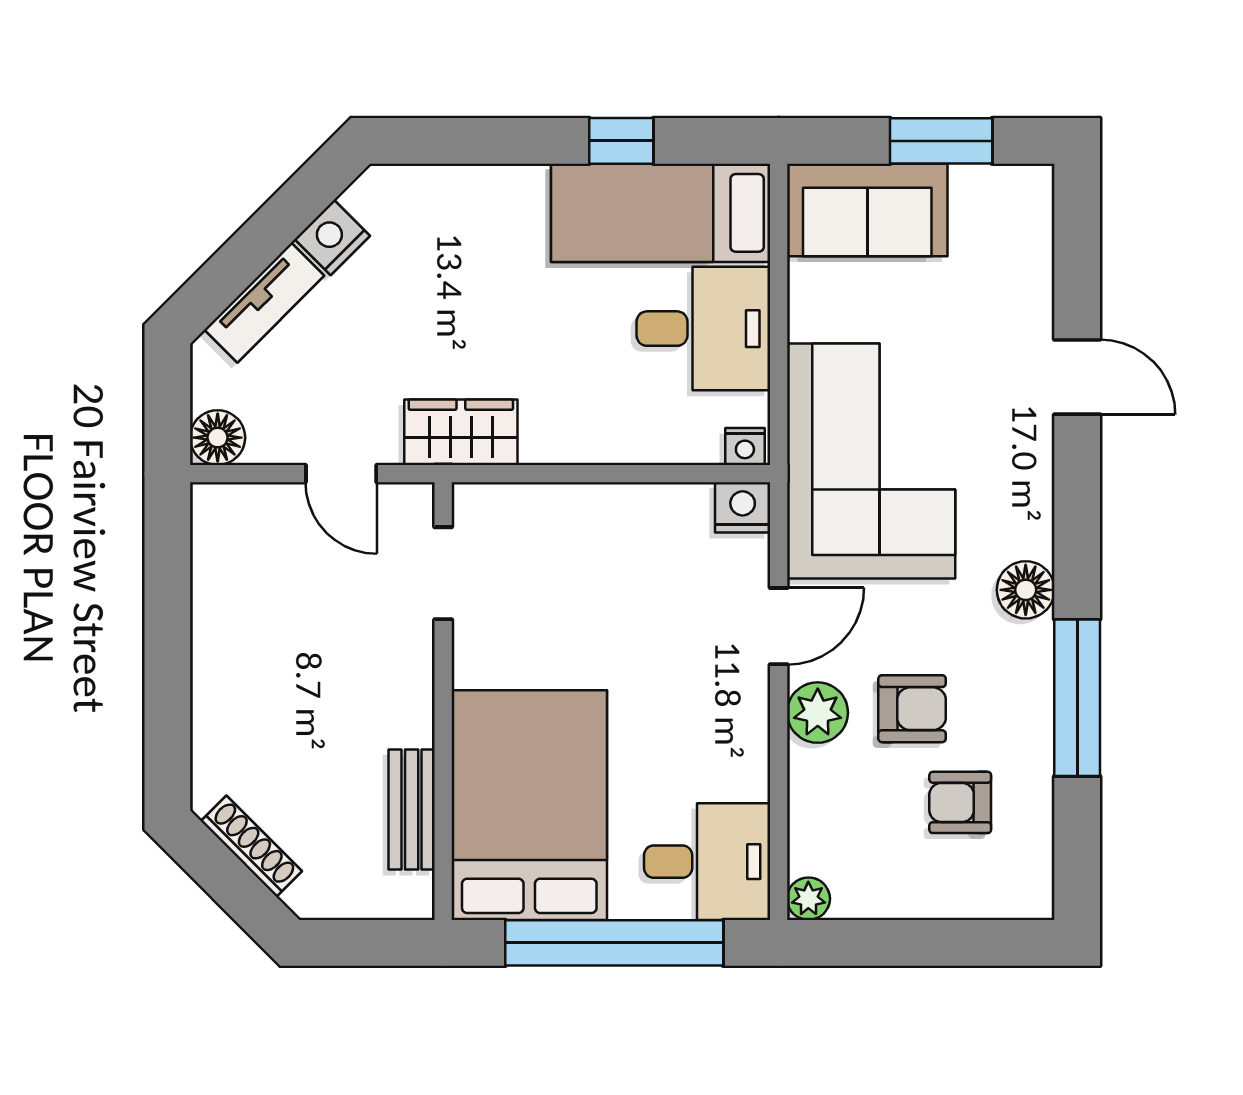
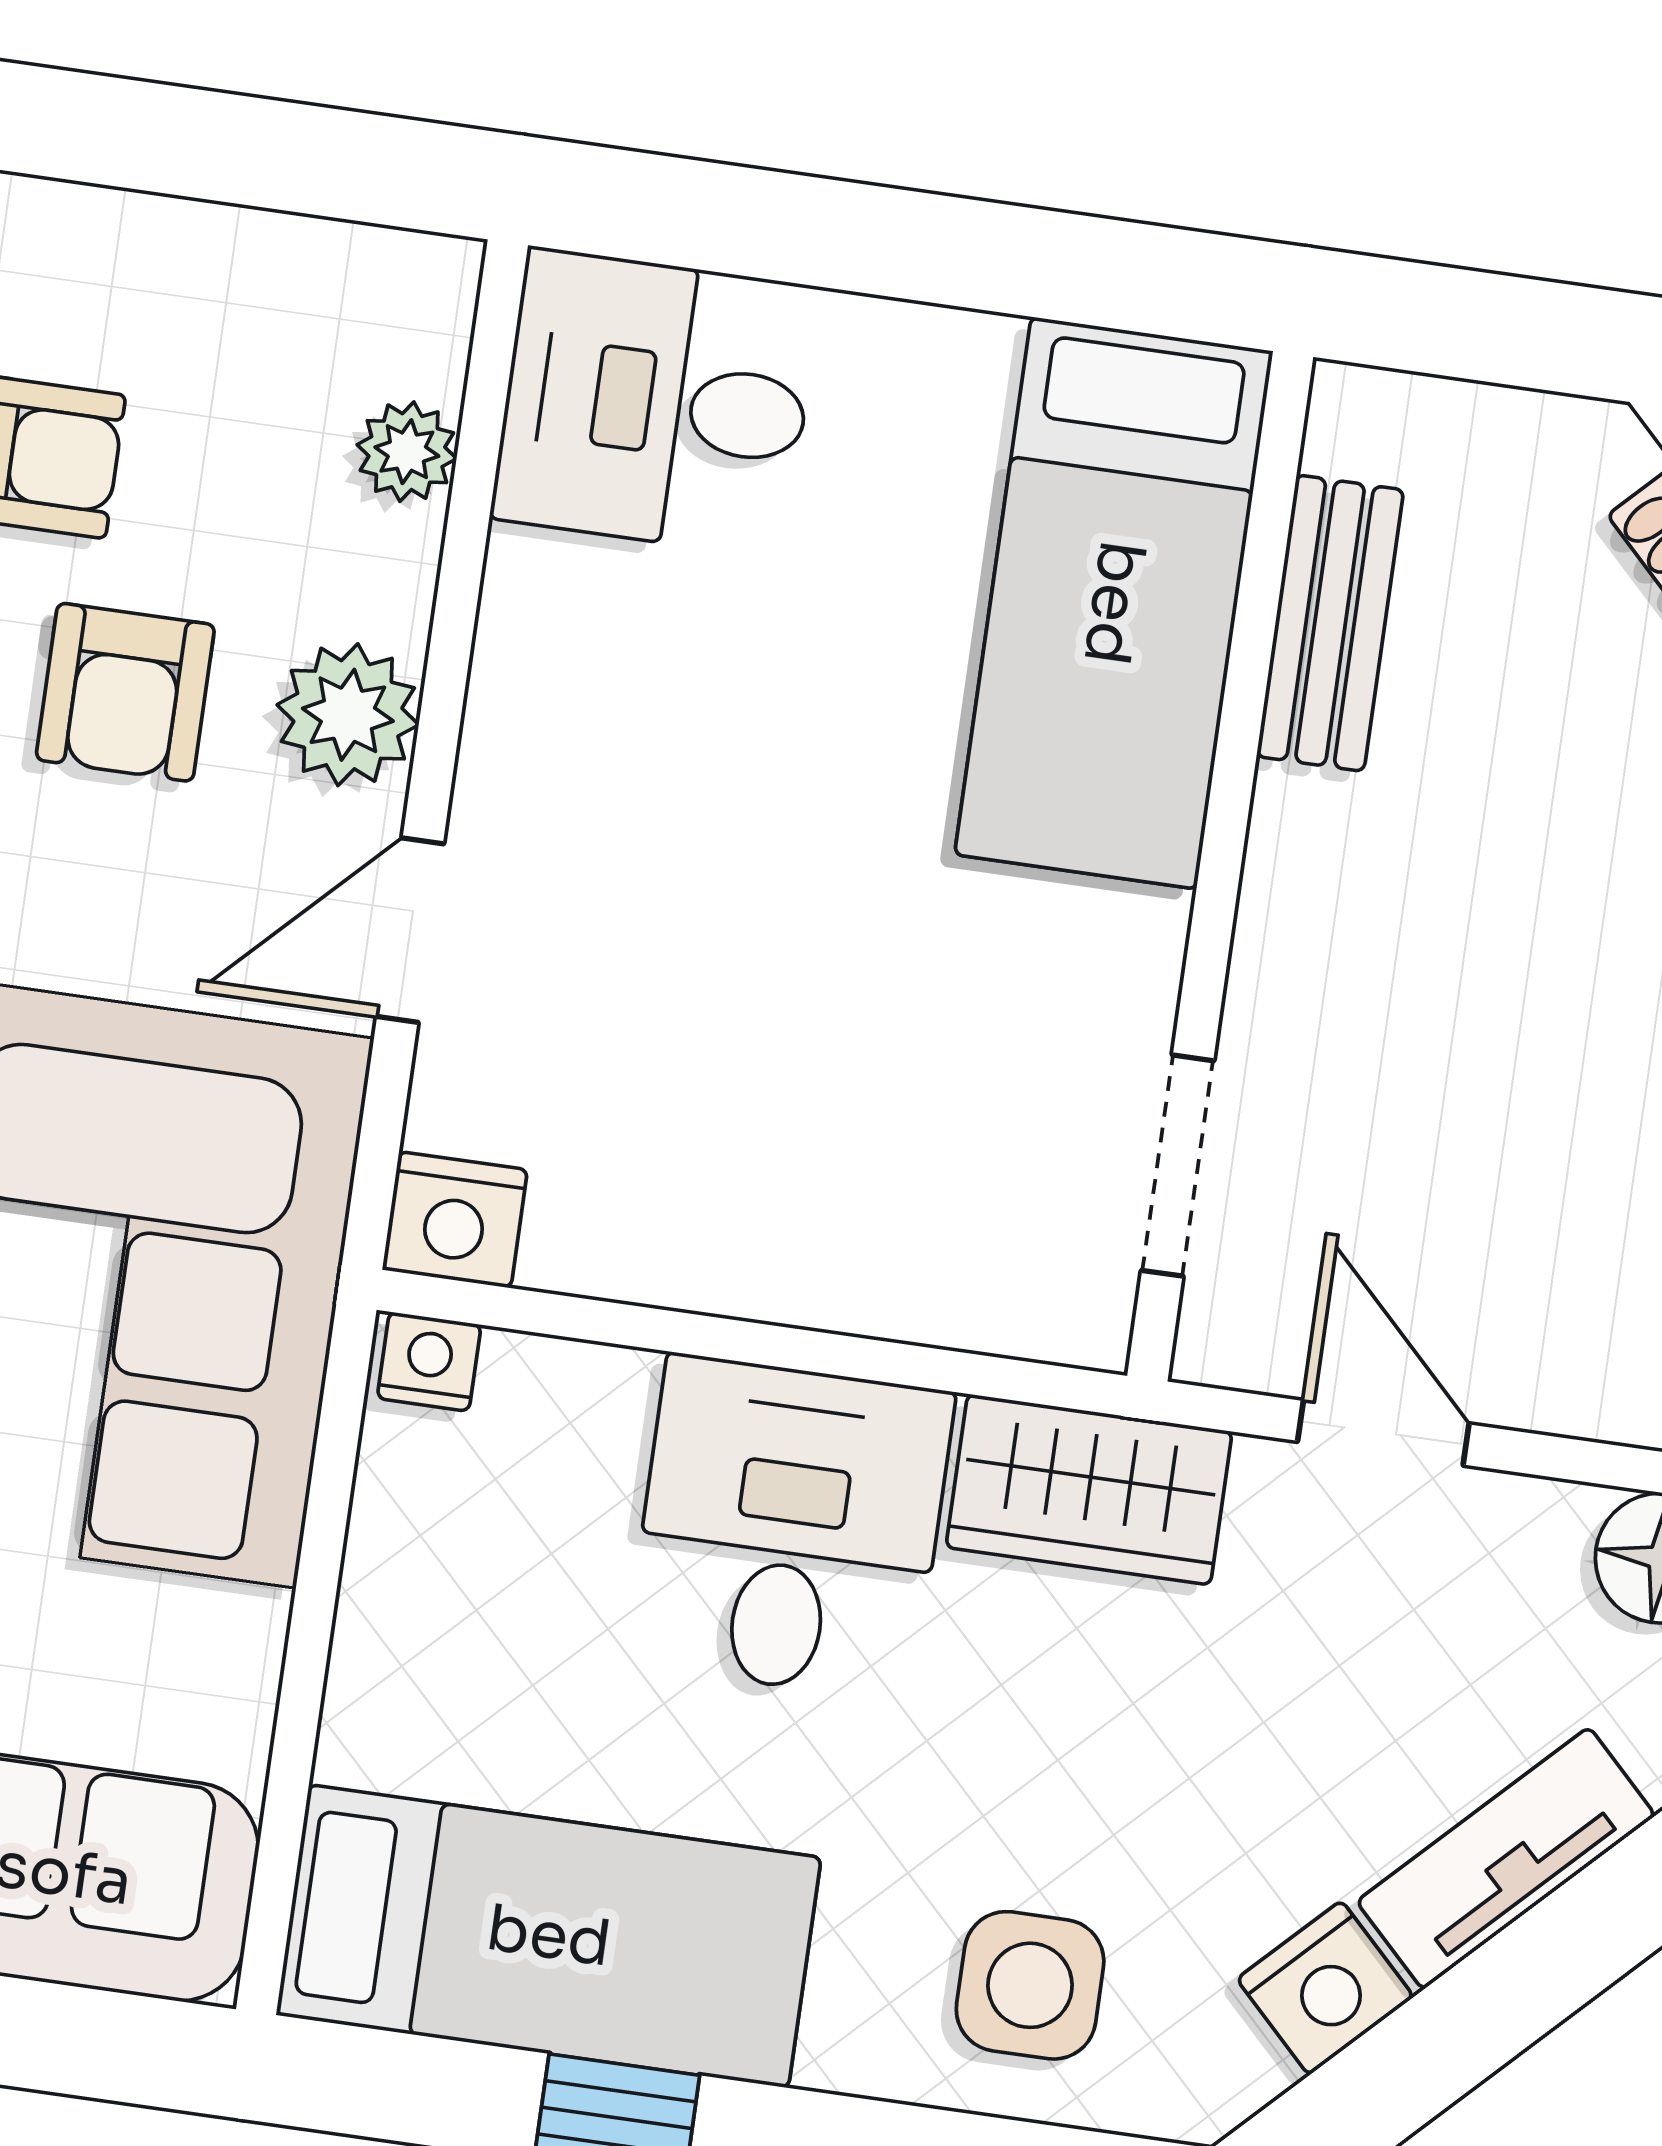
side table: (456, 221) -> (1030, 1985), added
desk: (703, 329) -> (790, 1528), moved, turned 90
armchair: (912, 709) -> (125, 692), turned -90
bed: (529, 805) -> (1114, 603), width x0.67
plant: (808, 899) -> (407, 452), moved
window: (614, 943) -> (900, 244), removed

